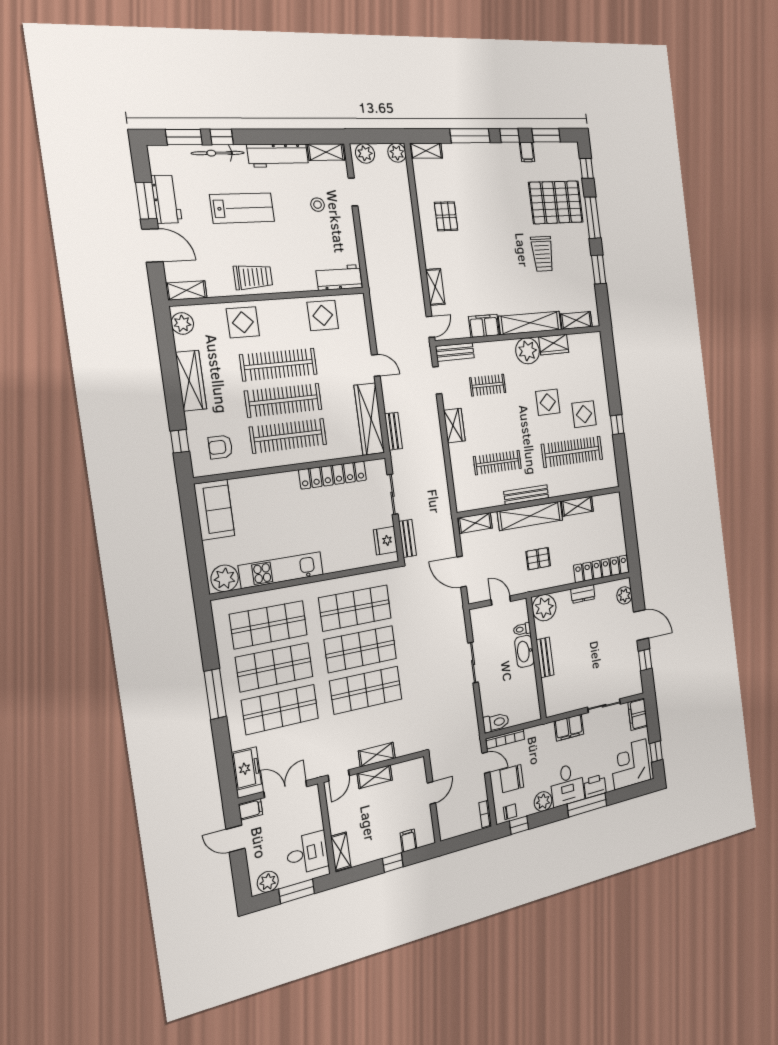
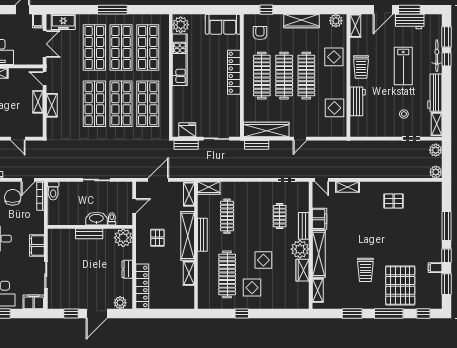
shelving: (426, 151) -> (437, 193), removed
trolley: (542, 254) -> (365, 270), turned -90
workbench: (339, 277) -> (358, 101), moved
bench: (455, 352) -> (304, 226), moved
wardrobe: (454, 426) -> (209, 188), moved
locker: (333, 475) -> (234, 72), moved

